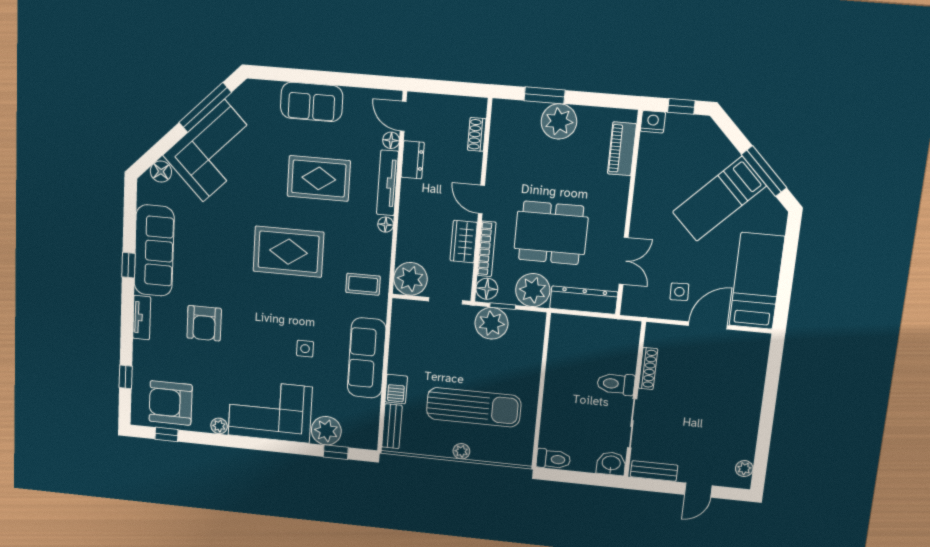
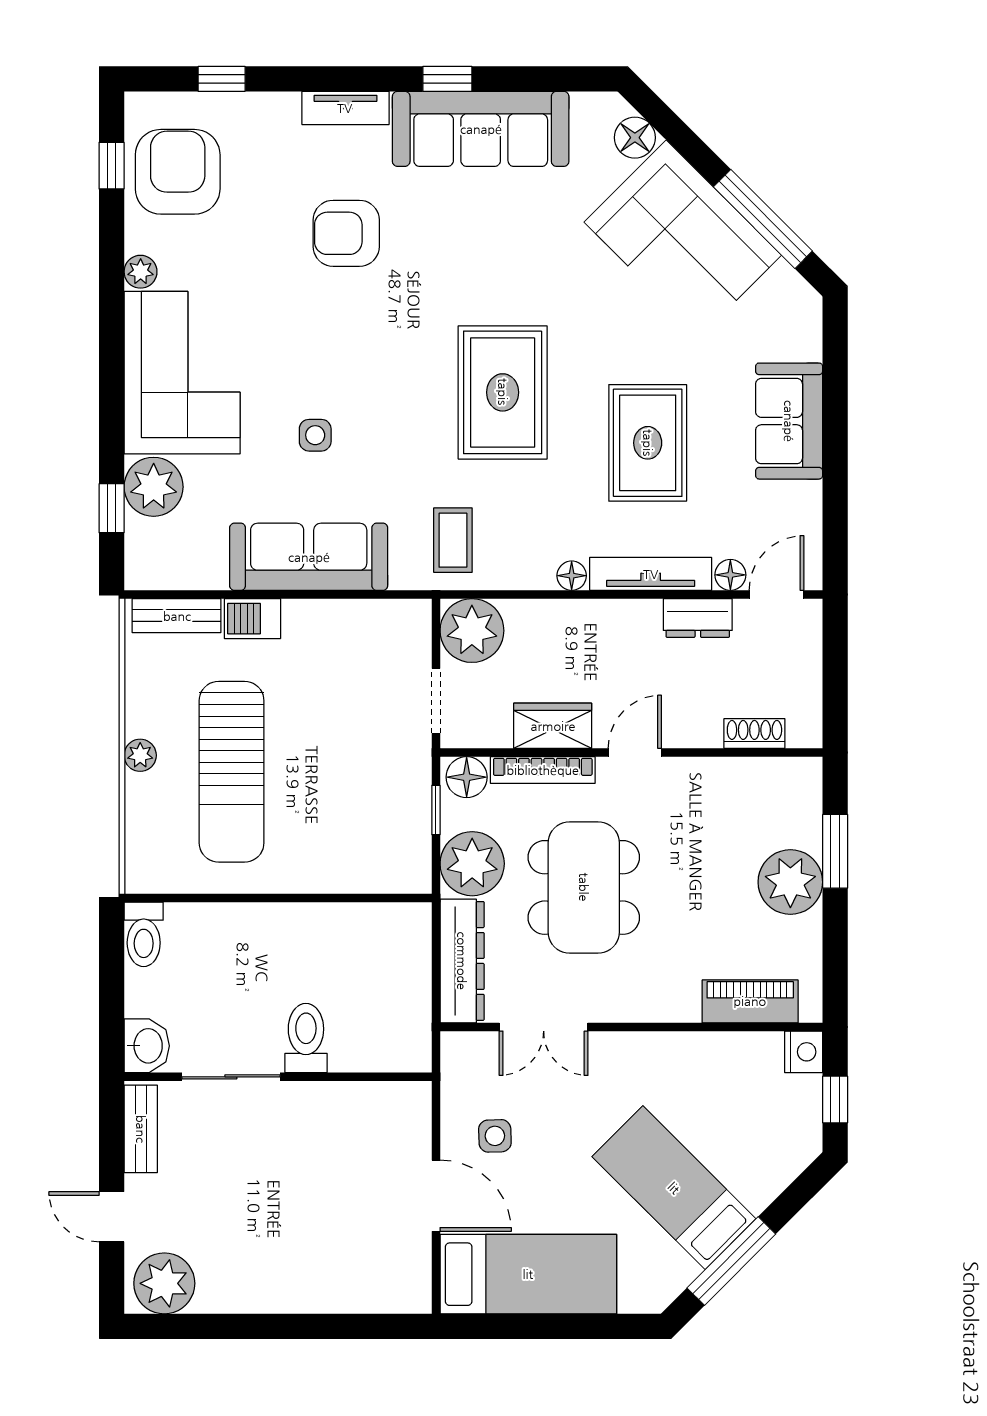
plant: (491, 323) -> (401, 792), removed
shoe rack: (648, 369) -> (342, 1095), removed
plant: (744, 469) -> (164, 1283), width x1.88, depth x1.88

